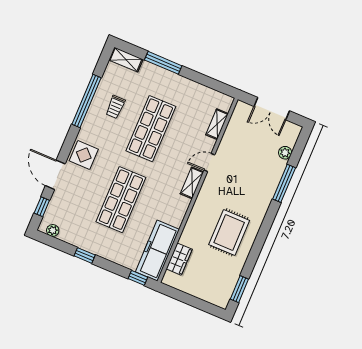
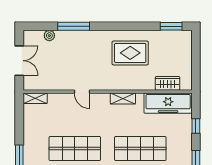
shelving: (217, 124) -> (35, 98), moved
shelving: (192, 183) -> (123, 98), moved
window: (138, 278) -> (196, 126), moved

